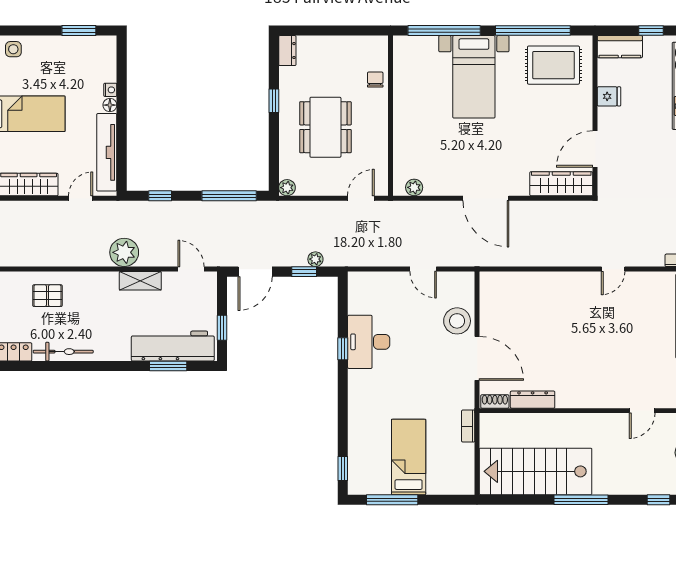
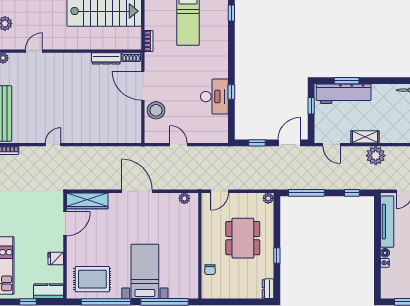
plant: (315, 259) -> (249, 151), removed

